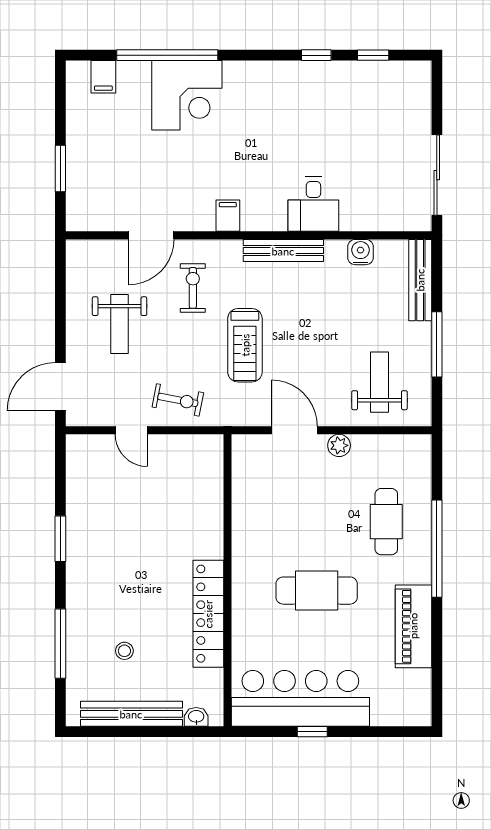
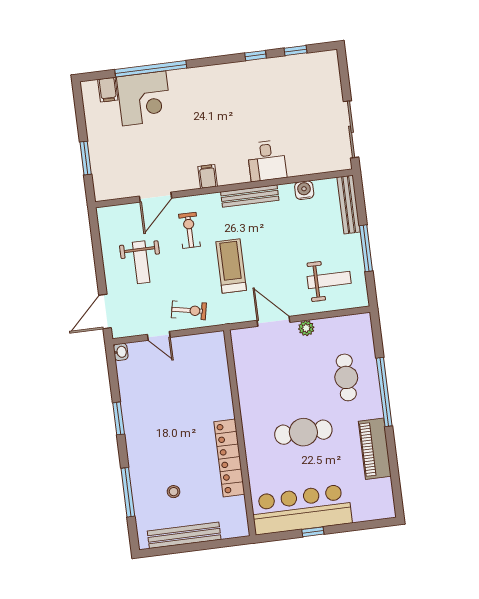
corner desk: (187, 95) -> (144, 98), moved
treadmill: (245, 345) -> (231, 266), turned 180
weight bench: (380, 382) -> (329, 280), turned 90
washbasin: (196, 717) -> (121, 352), moved, turned 90

